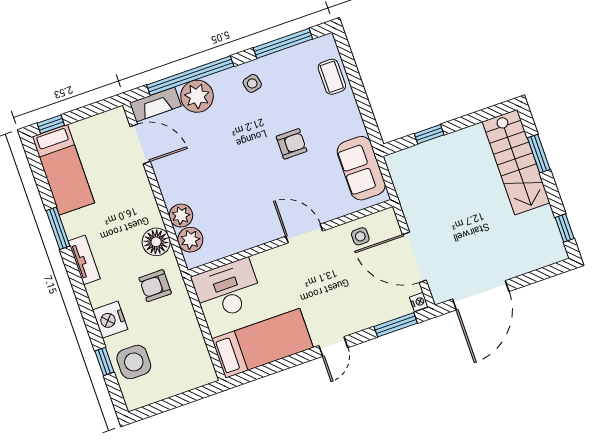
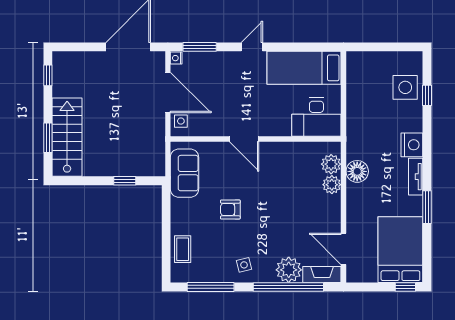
bed: (63, 170) -> (400, 250), width x1.50
side table: (360, 236) -> (181, 121), moved
armchair: (155, 286) -> (369, 139), removed
nightstand: (110, 320) -> (412, 145), moved

